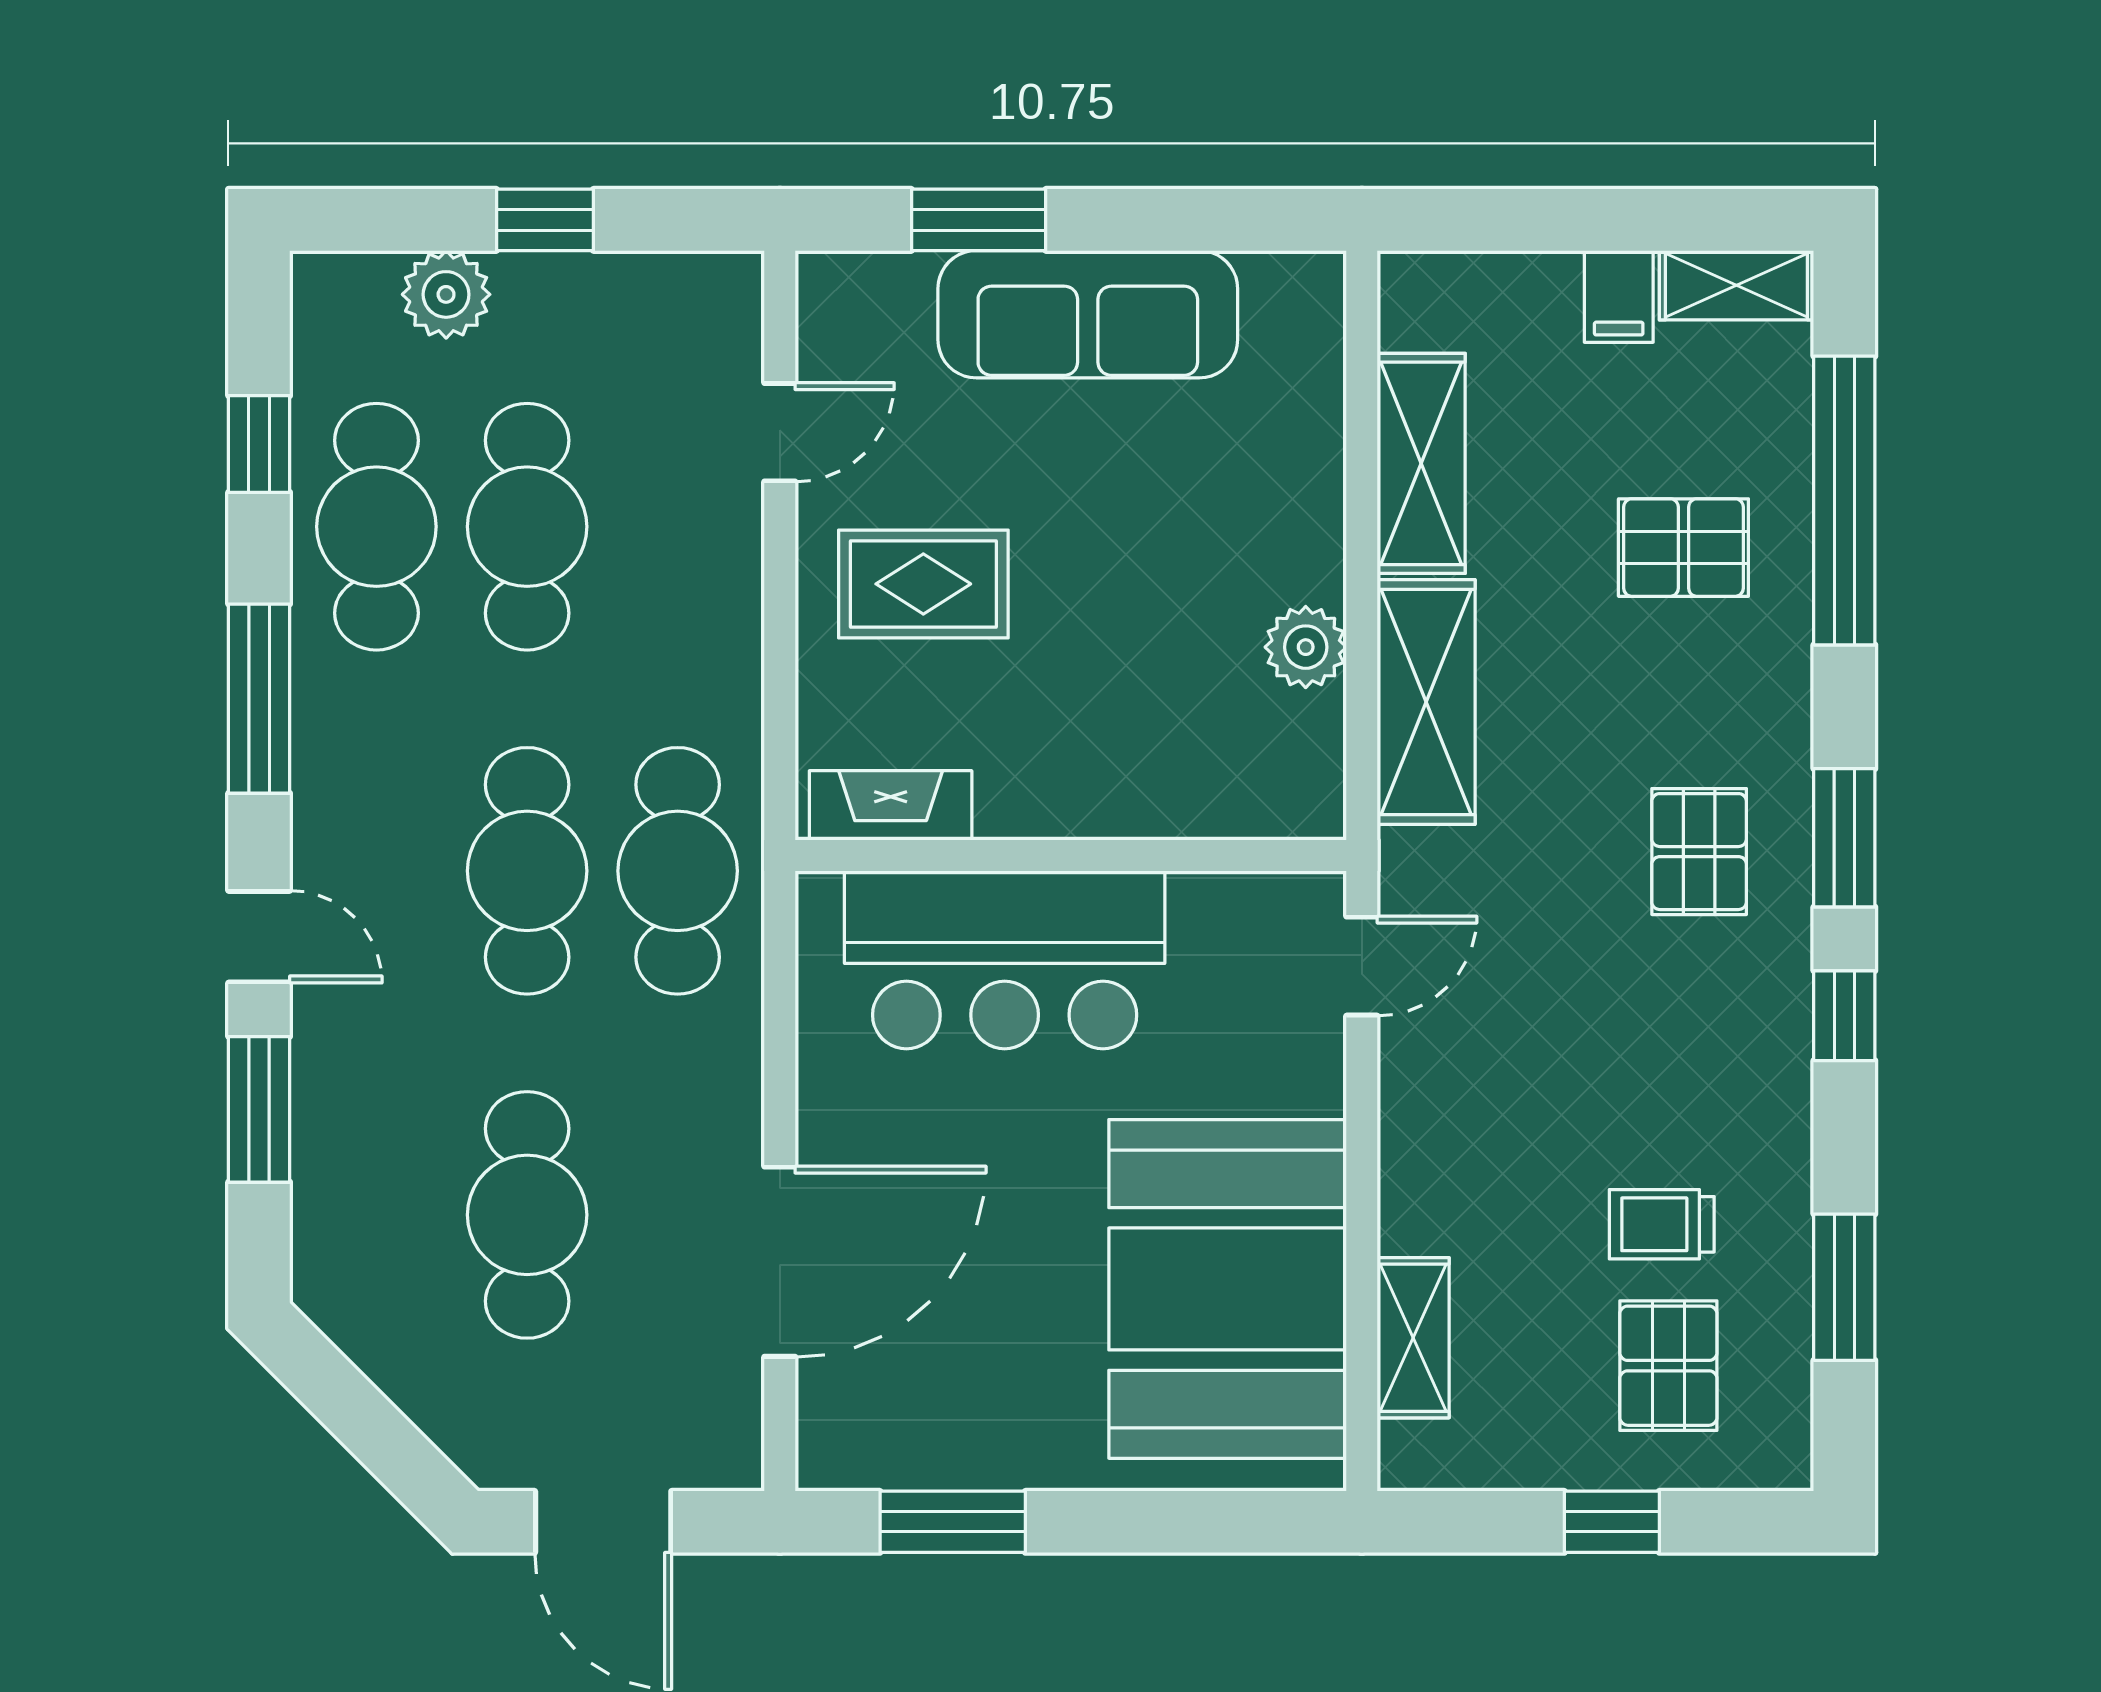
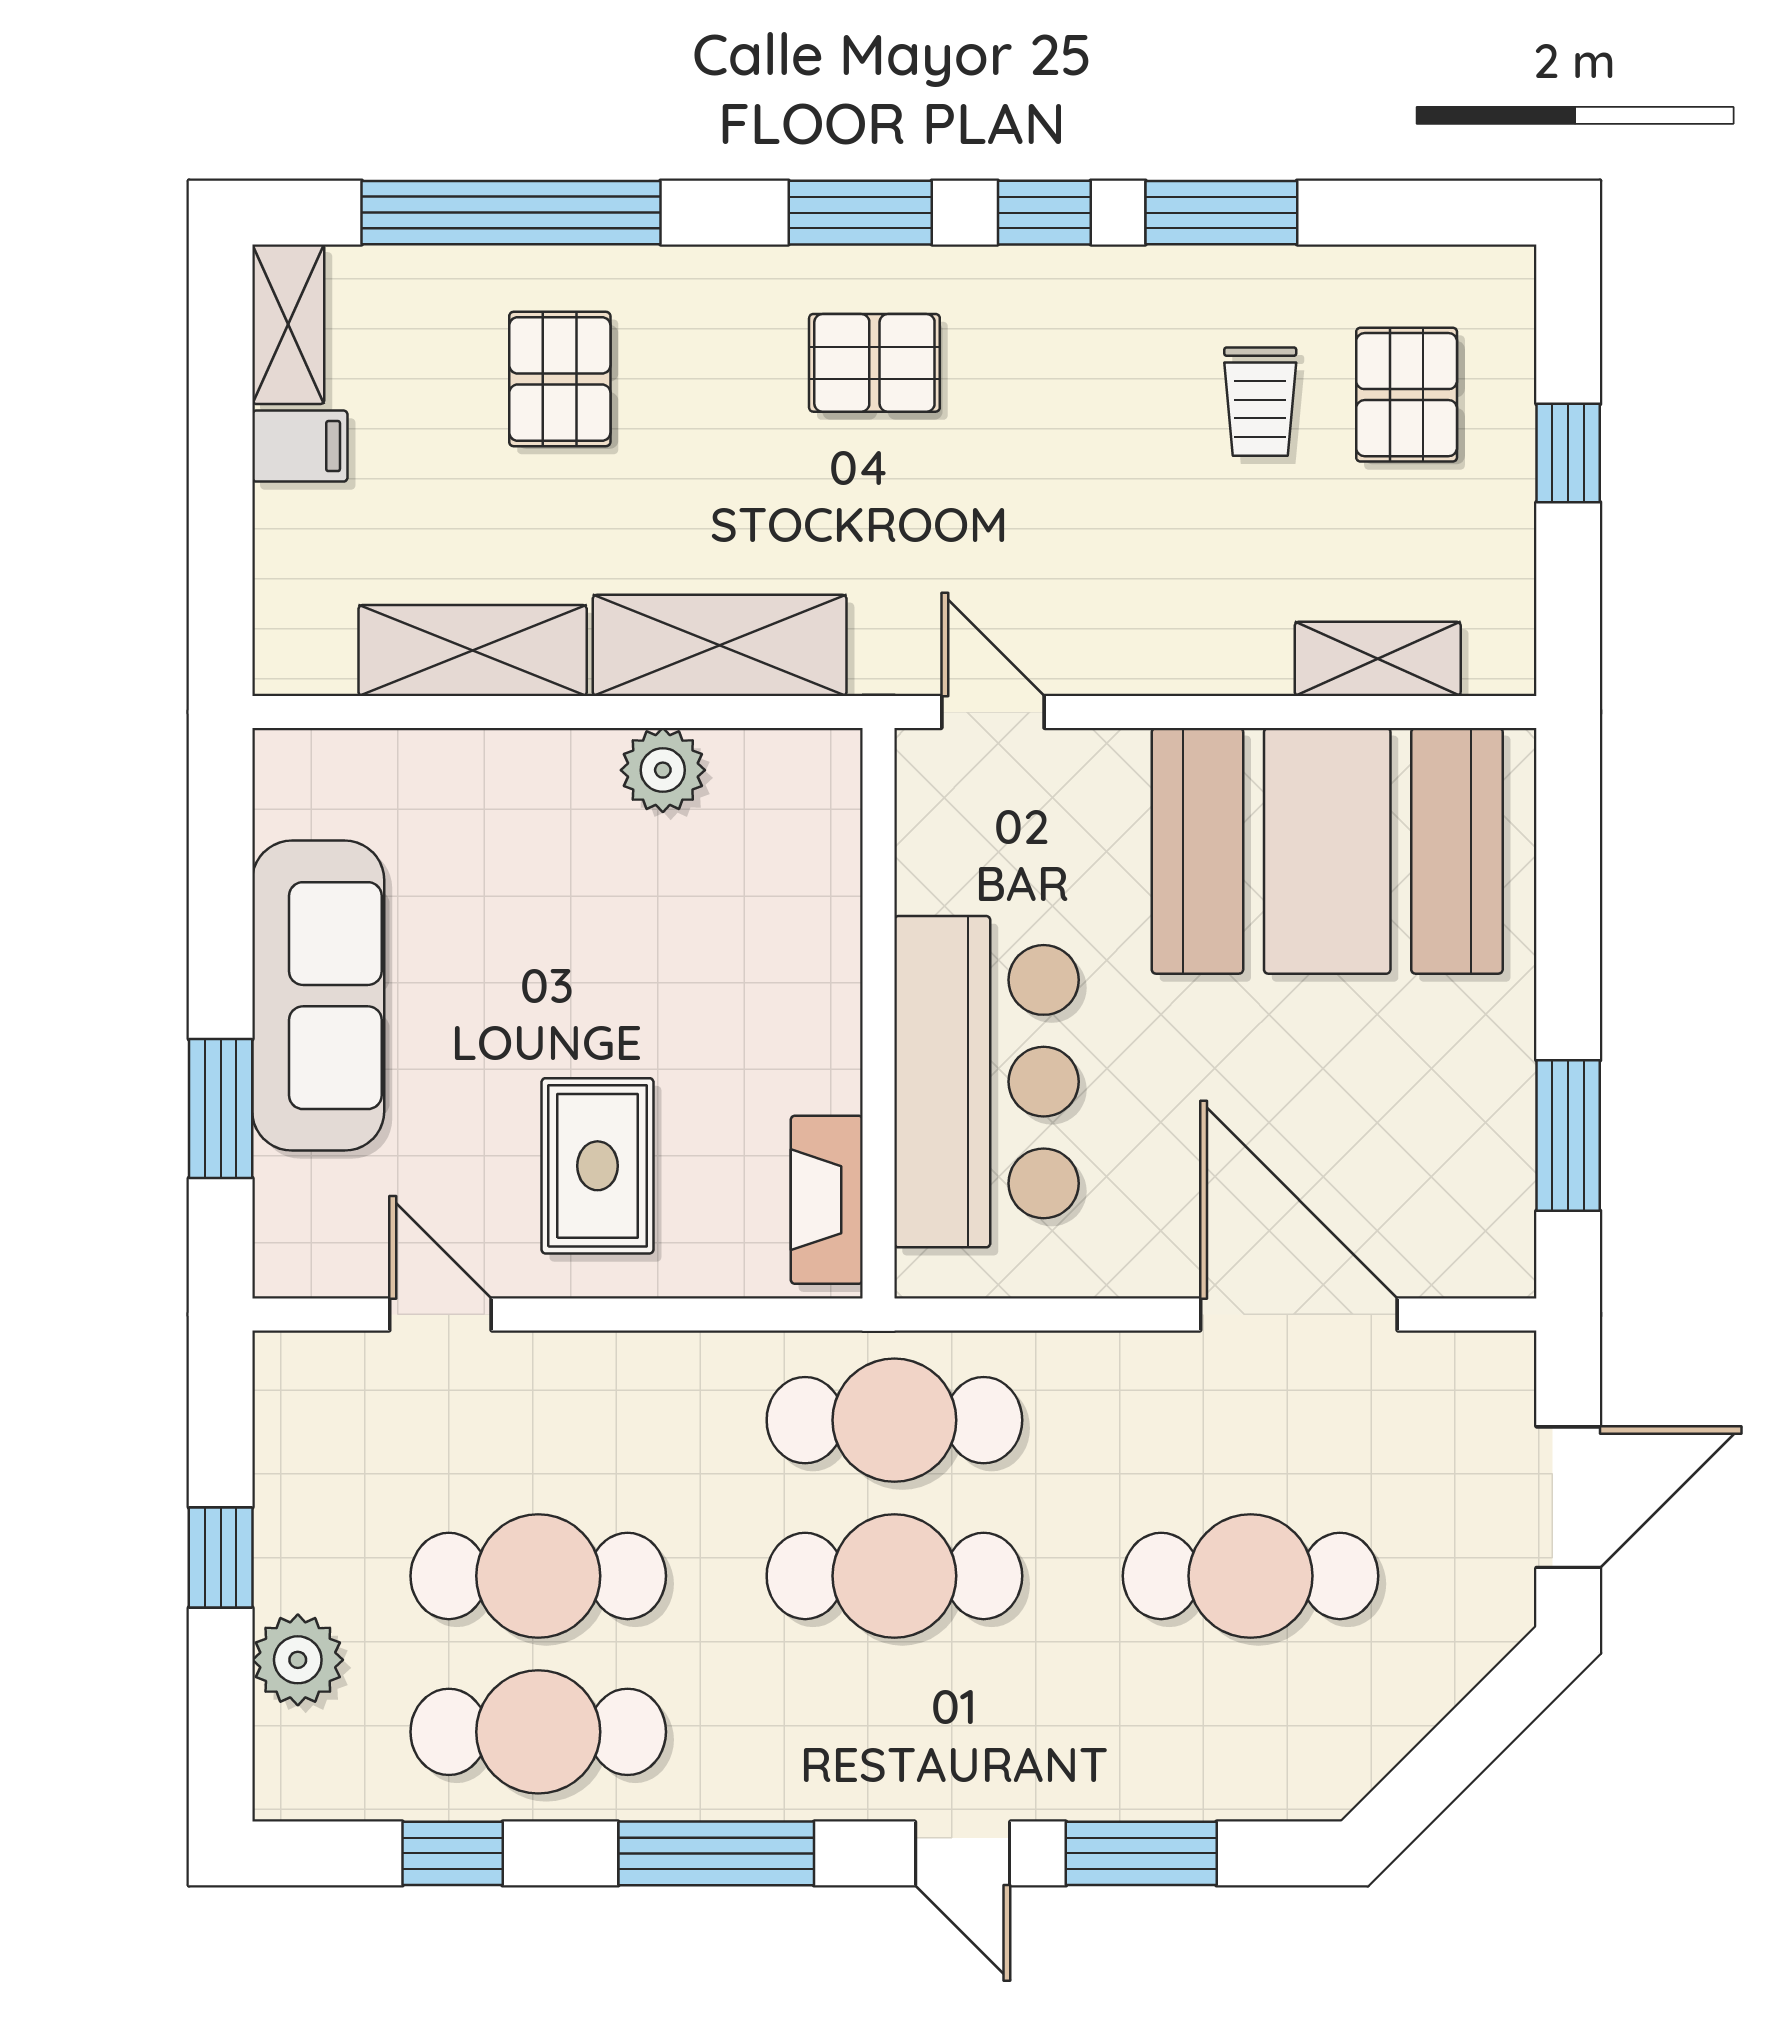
door: (259, 937) -> (963, 1853), swing flipped
window: (1844, 1287) -> (1221, 213), moved
pallet: (1668, 1366) -> (1407, 395), turned 90

